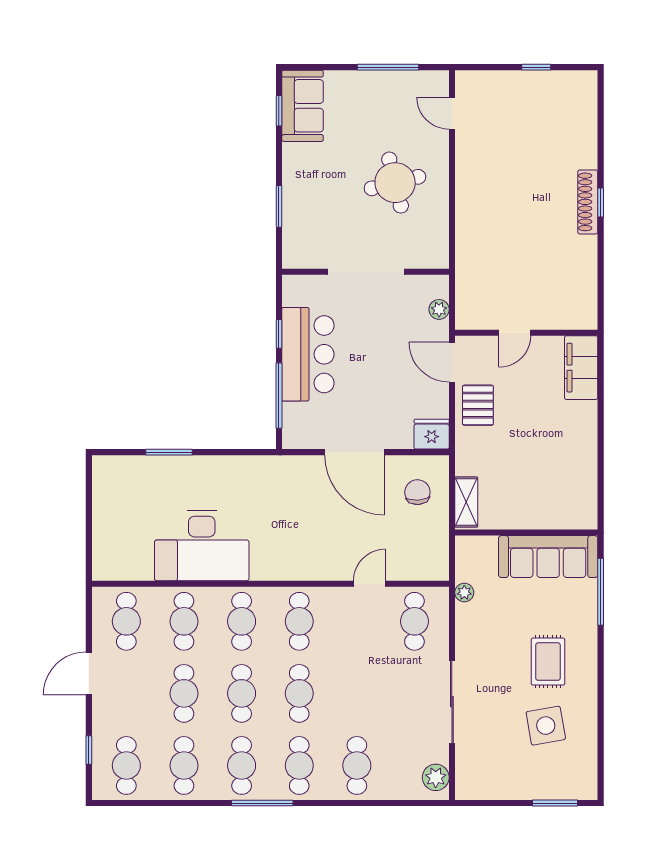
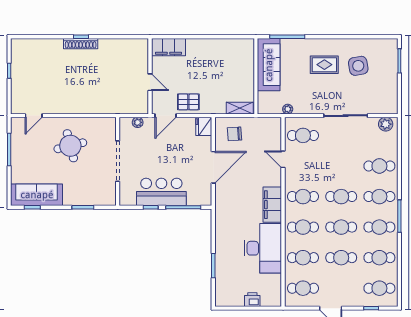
sofa: (303, 106) -> (37, 195), width x1.36
printer: (105, 526) -> (252, 300), added
filing cabinet: (284, 564) -> (272, 205), added

